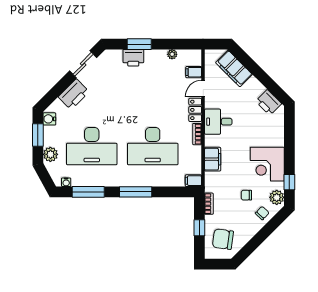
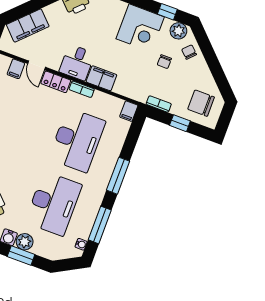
plant: (50, 154) -> (25, 242), moved
filing cabinet: (213, 159) -> (101, 78), moved
chair: (223, 239) -> (201, 103), turned 82

